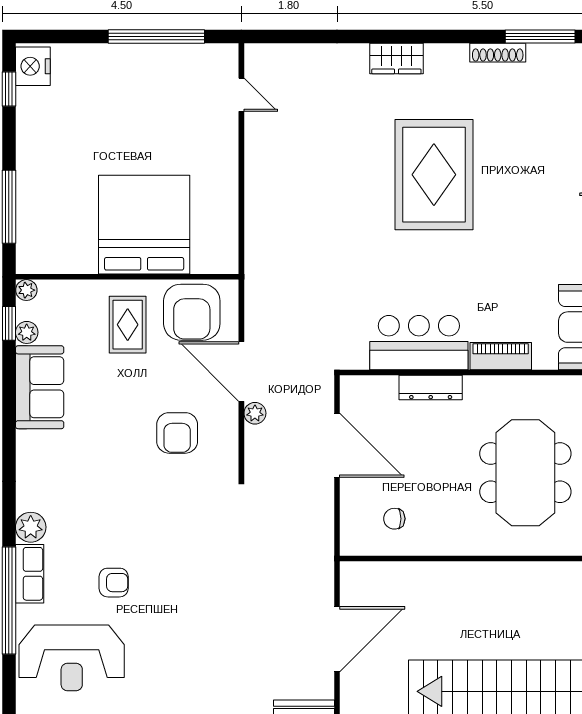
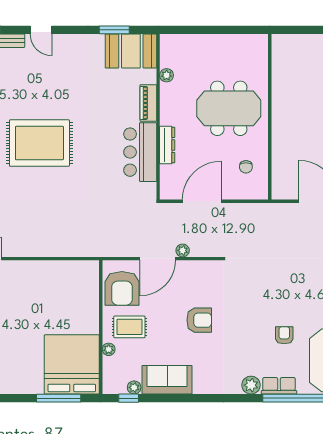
bed: (144, 225) -> (72, 364), moved, turned 90
plant: (26, 290) -> (109, 349), moved
armchair: (192, 312) -> (122, 288), turned 90
plant: (547, 386) -> (167, 75), added
armchair: (177, 433) -> (199, 320), moved
meeting table: (525, 473) -> (229, 108), moved

